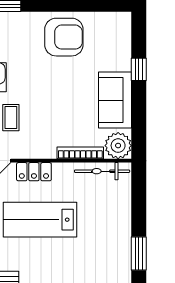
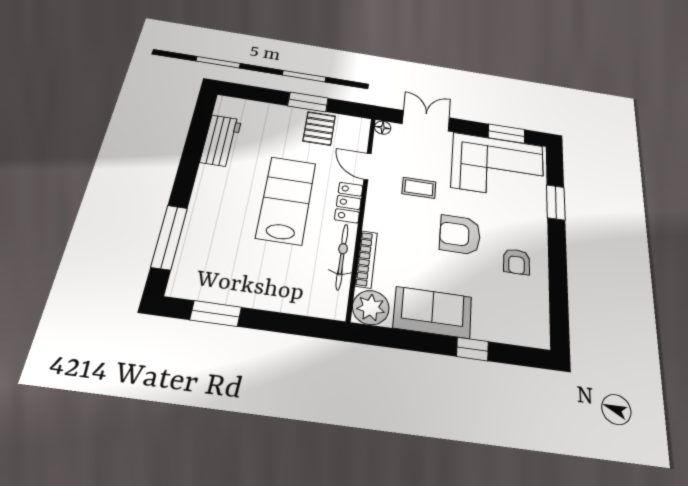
armchair: (64, 37) -> (517, 262), width x0.53, depth x0.53
armchair: (48, 82) -> (460, 235), added
bicycle: (102, 171) -> (342, 257), moved

